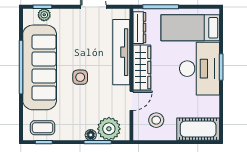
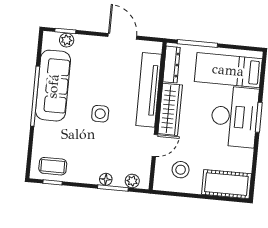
sofa: (40, 67) -> (53, 86), width x0.74, depth x0.79
plant: (109, 129) -> (132, 181), width x0.53, depth x0.53

